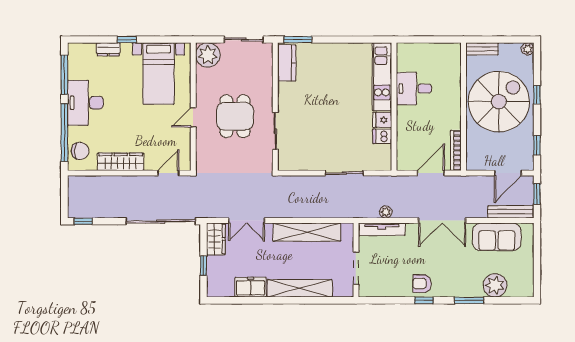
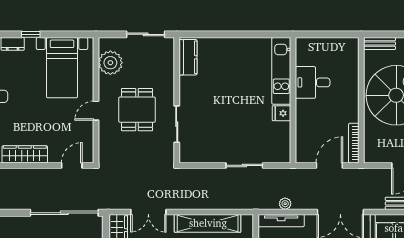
window: (298, 40) -> (199, 34), removed
plant: (208, 55) -> (110, 63), moved
dishwasher: (382, 136) -> (281, 129), removed

